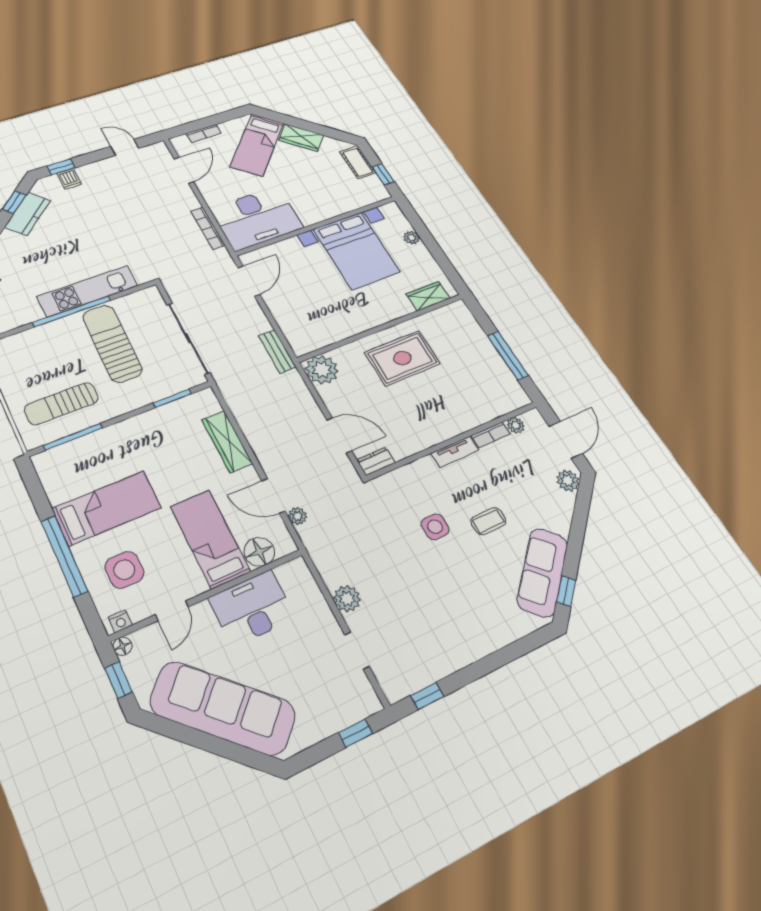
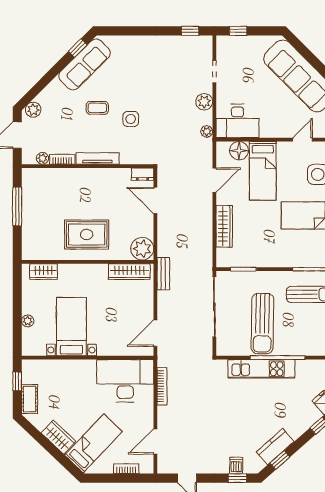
bed with nightstands: (356, 251) -> (71, 327), width x0.73
wardrobe: (323, 337) -> (129, 272), added
tv unit: (455, 452) -> (97, 159), width x1.41
door: (273, 496) -> (214, 180), hinge flipped
plant: (298, 516) -> (207, 131), moved
desk: (252, 608) -> (237, 121), moved

